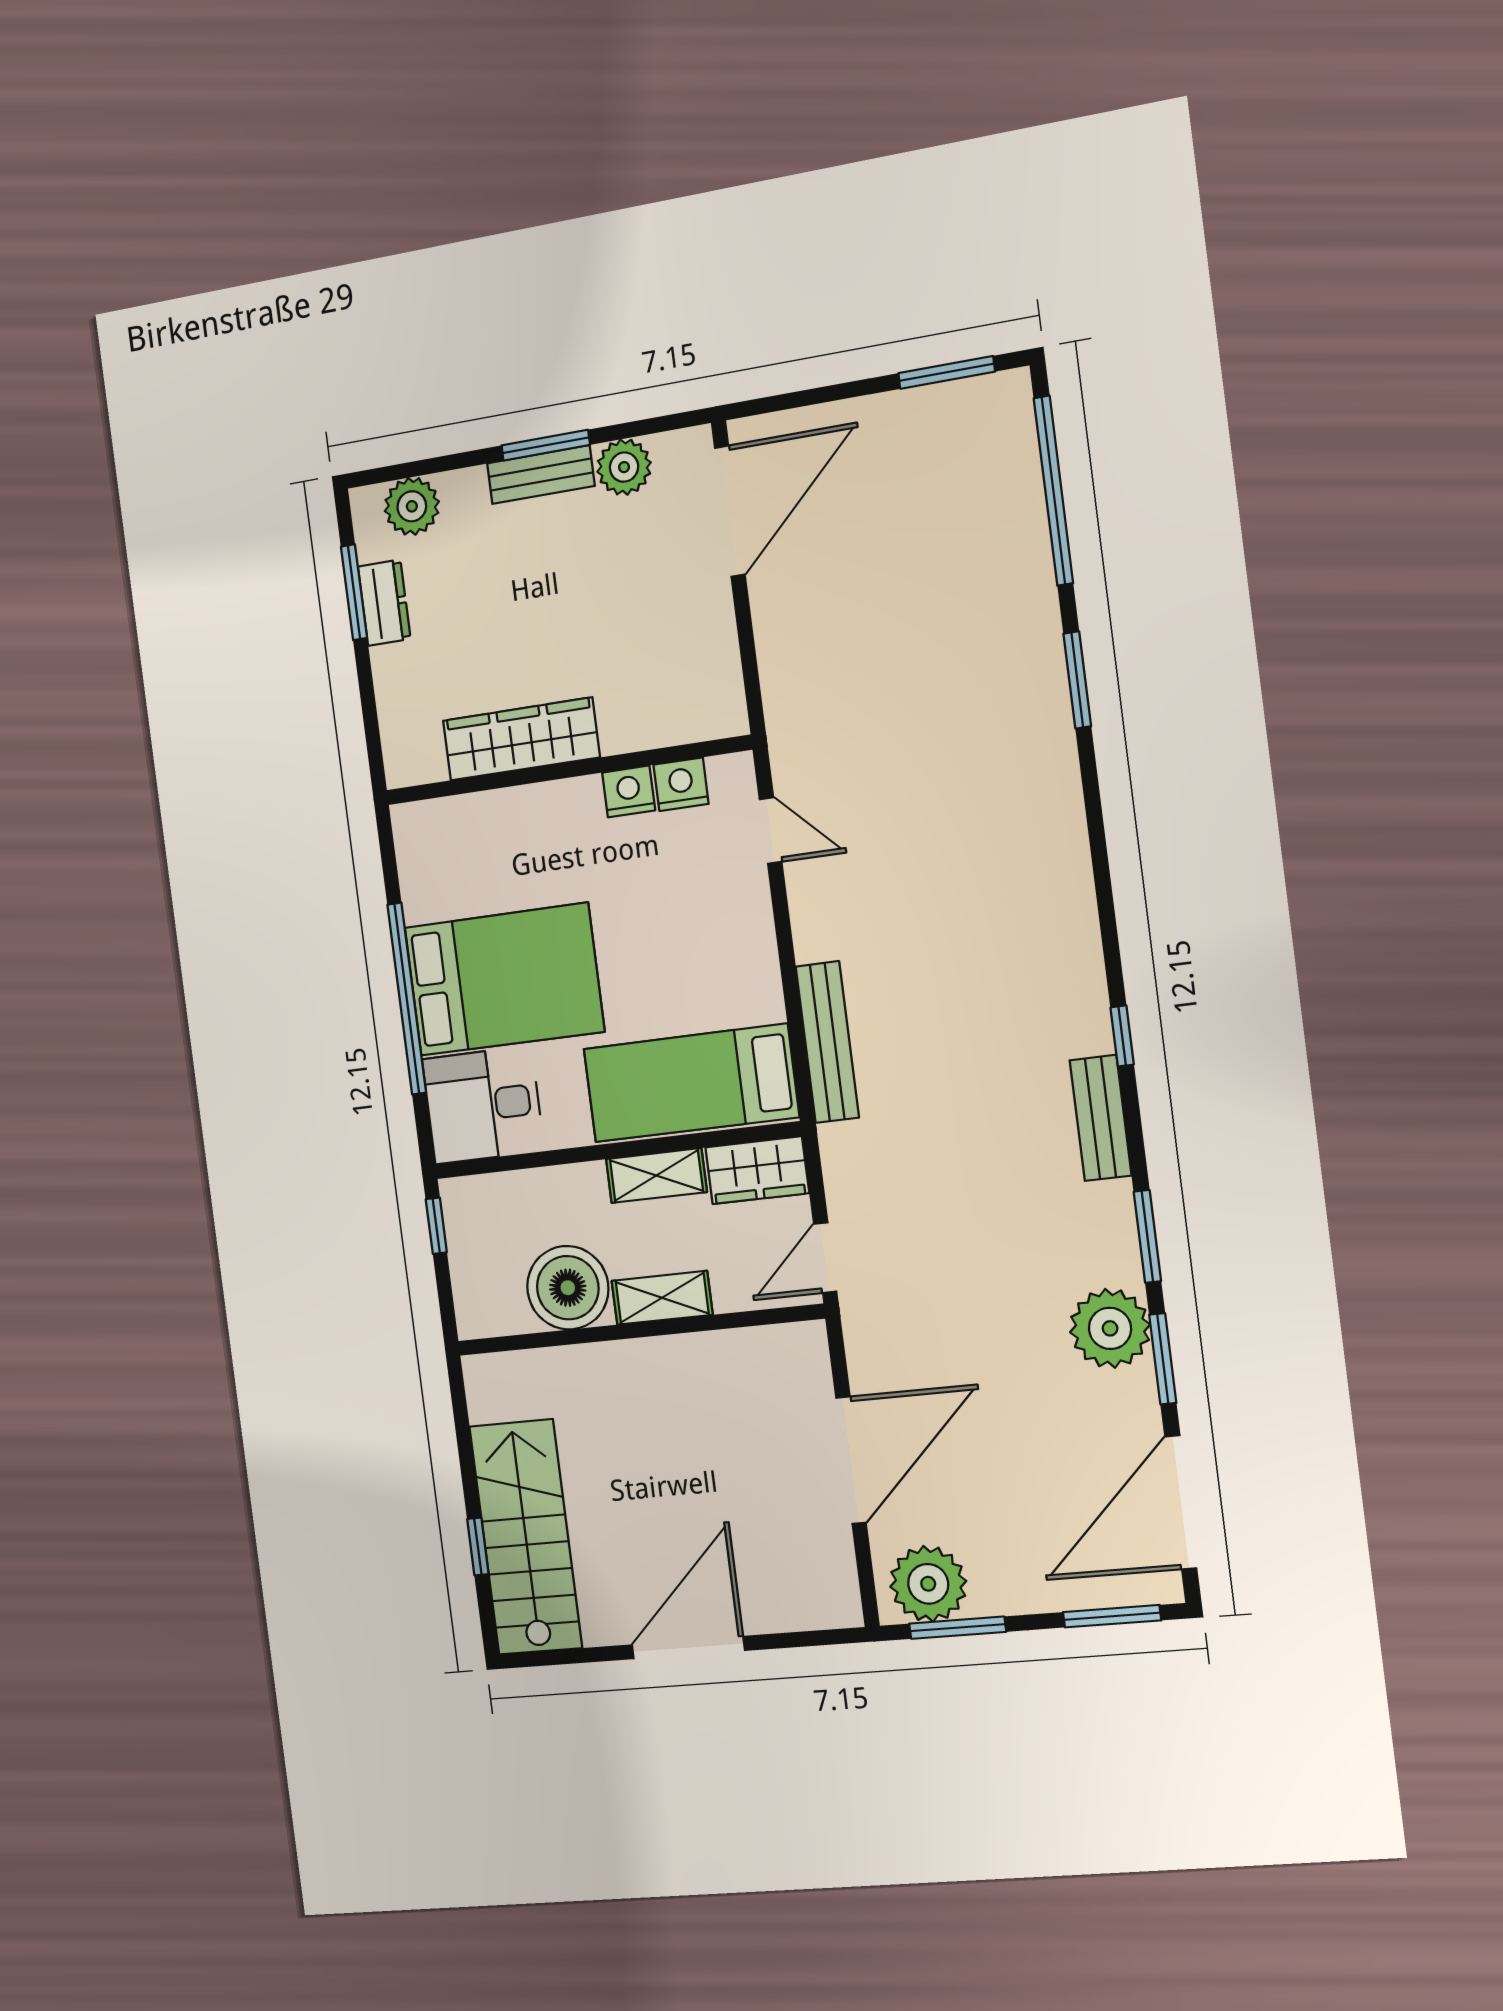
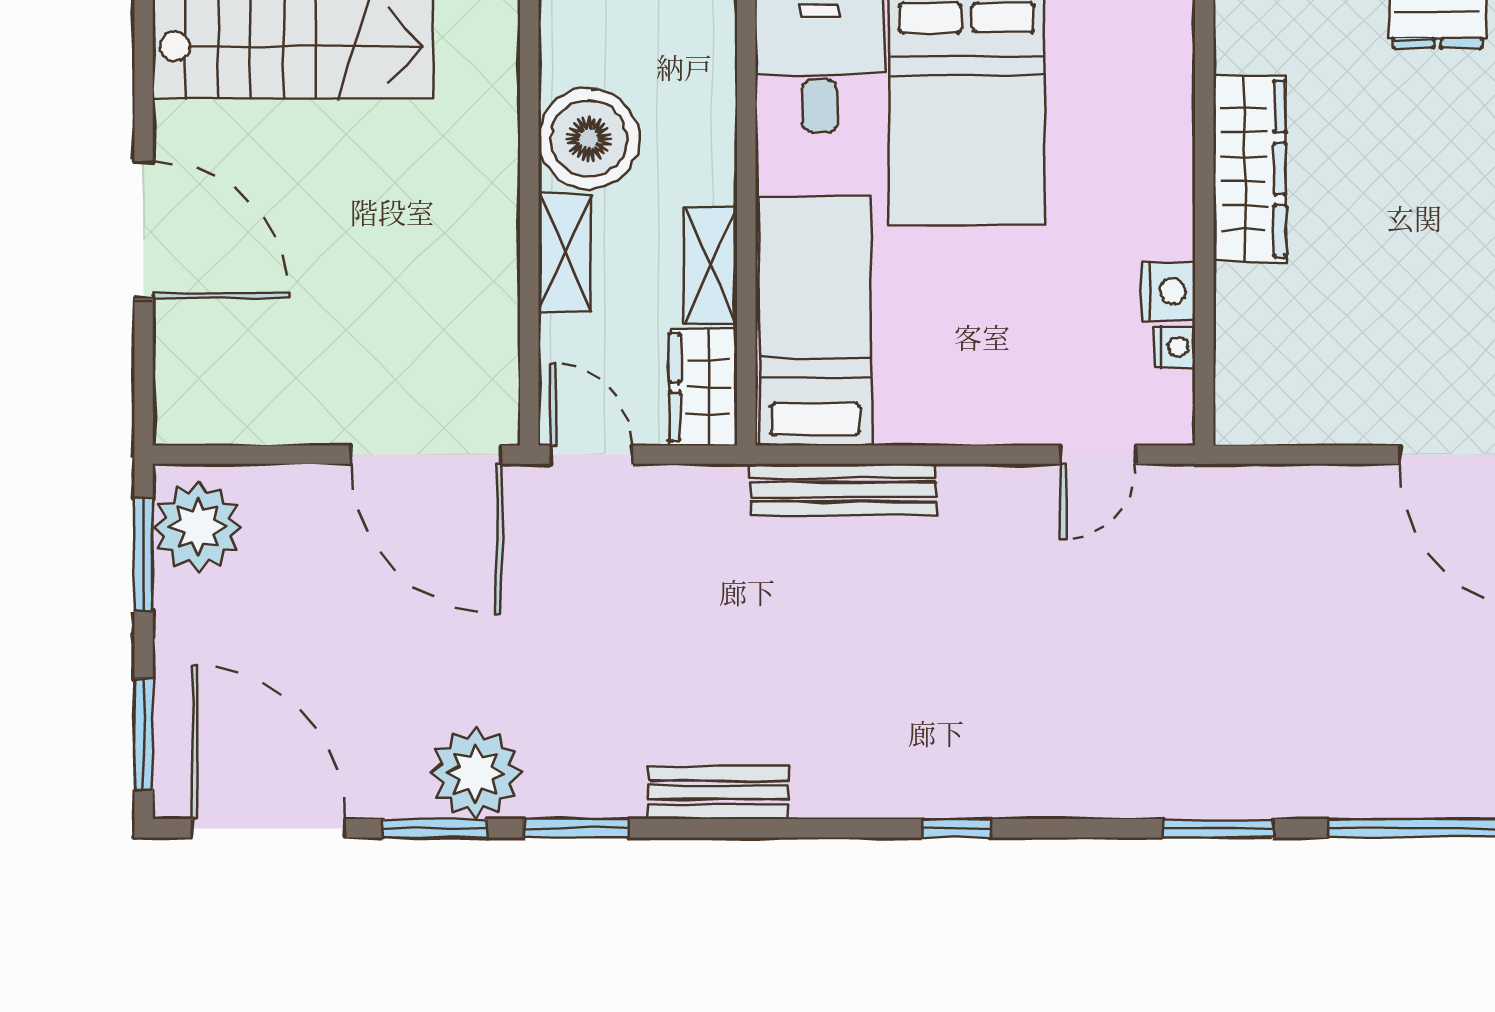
nightstand: (681, 784) -> (1175, 347), width x0.72, depth x0.74
window: (1122, 1036) -> (956, 828), moved
door: (851, 1460) -> (426, 455), moved

